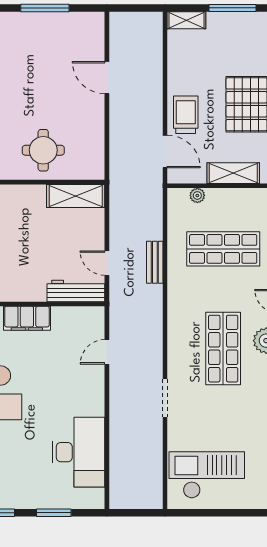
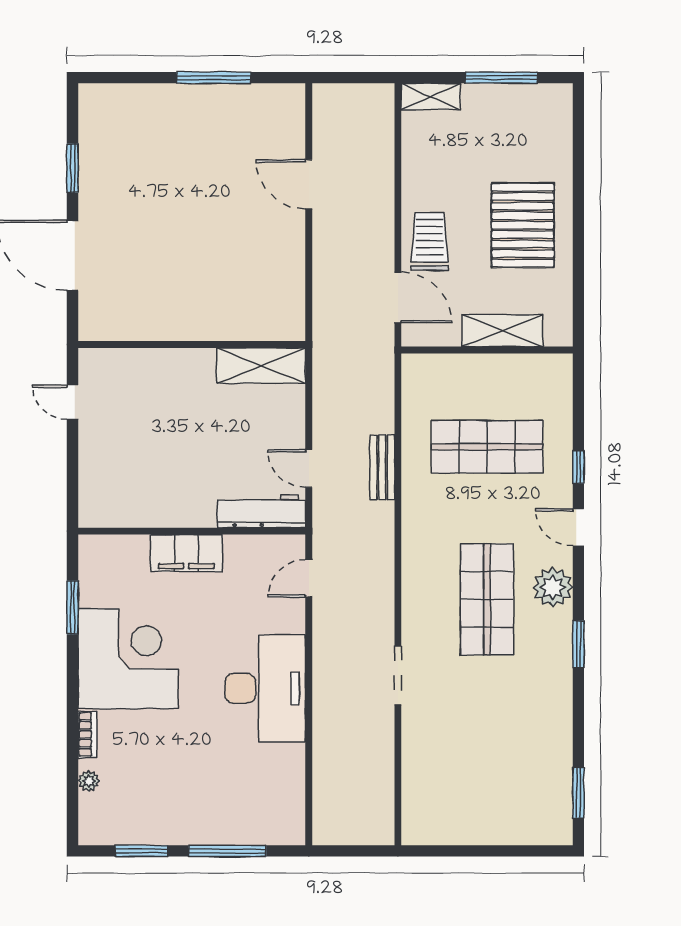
round table: (43, 150) -> (211, 296), removed
plant: (197, 195) -> (447, 365), removed
door: (107, 352) -> (309, 578), moved
desk: (78, 452) -> (265, 688), moved
checkout: (207, 475) -> (462, 793), removed
window: (54, 513) -> (227, 851), width x1.44

